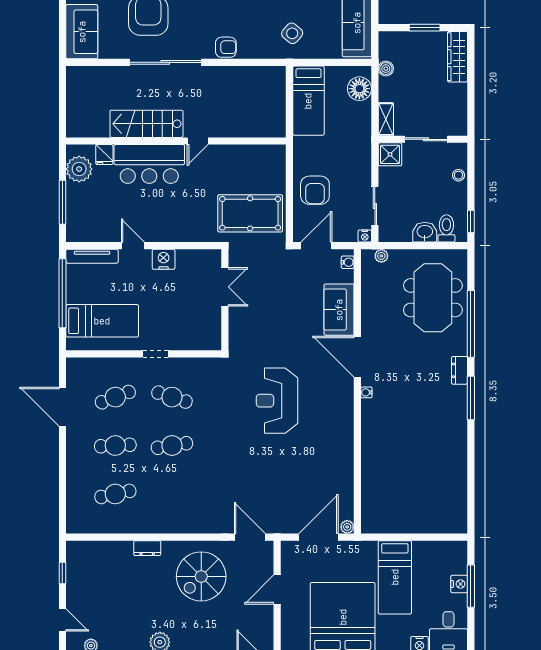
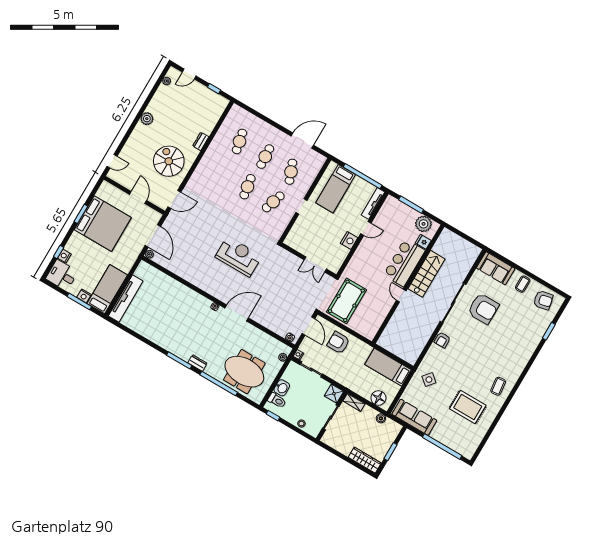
sofa: (339, 310) -> (267, 318), removed
tv unit: (428, 524) -> (126, 298), added
bed: (395, 577) -> (107, 289), moved, turned 90

